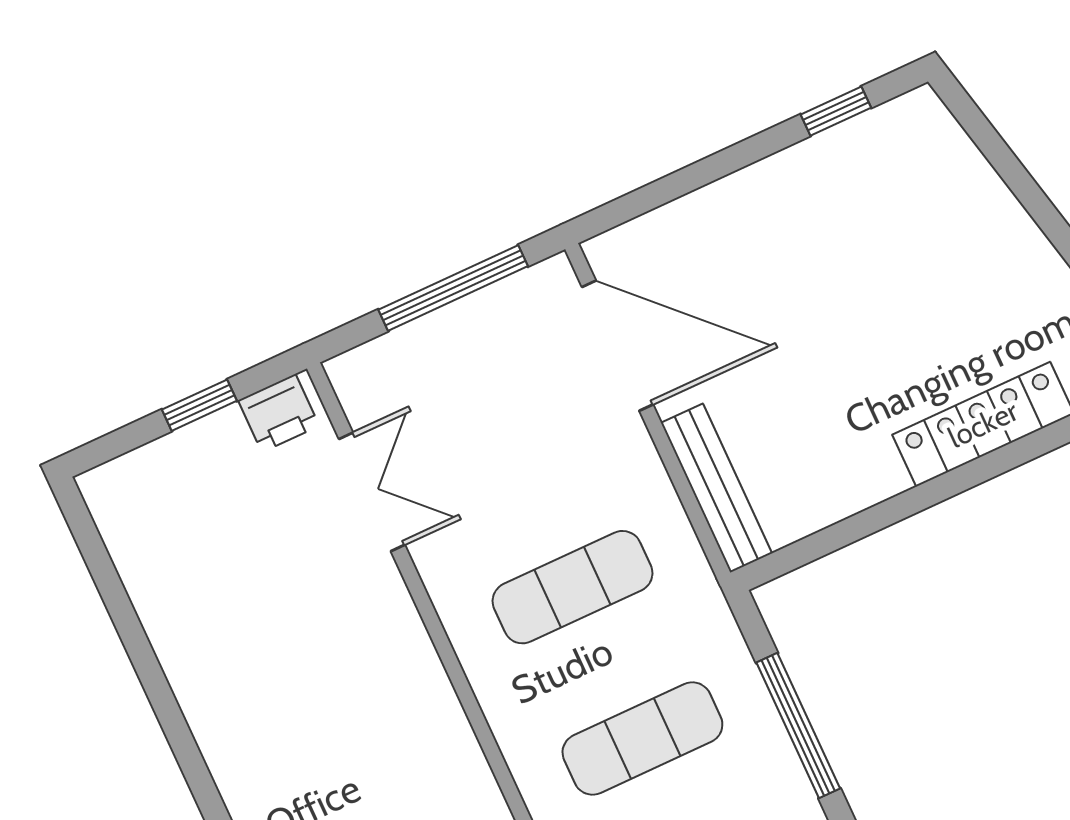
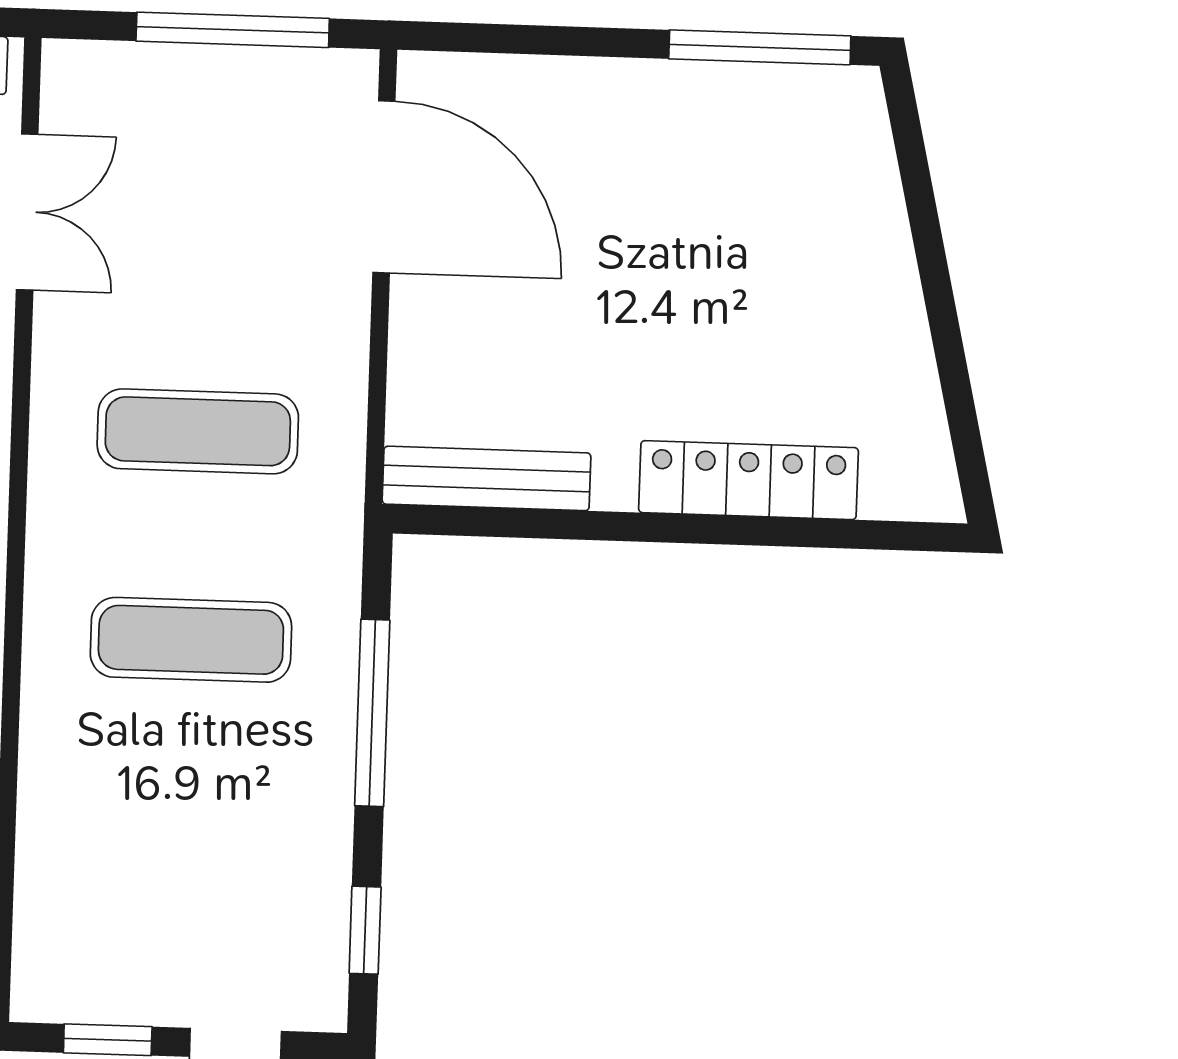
window: (836, 111) -> (760, 47), width x2.17
bench: (717, 488) -> (487, 478), moved, turned 90

